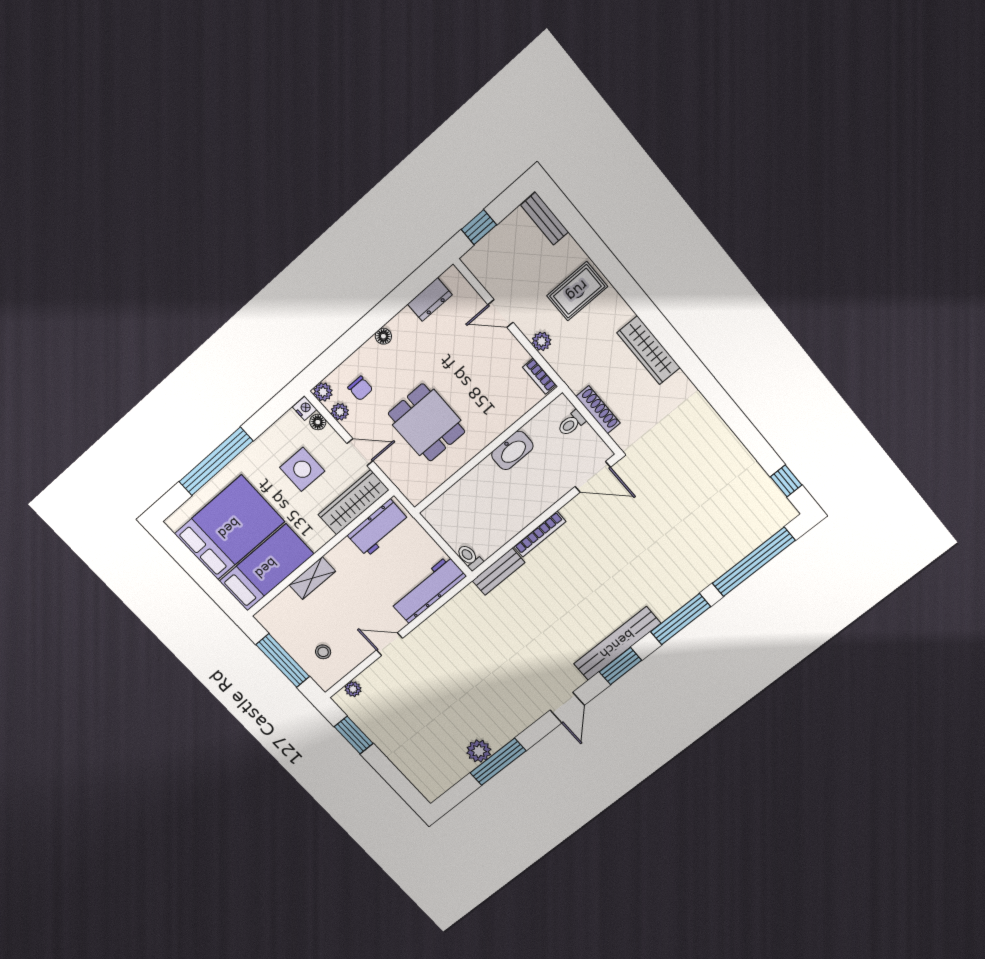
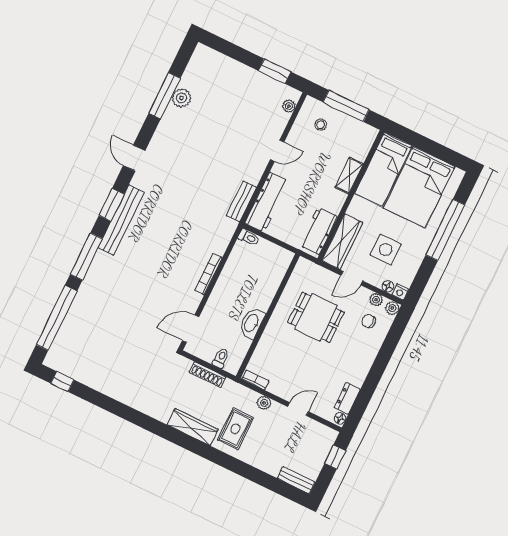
rug: (577, 291) -> (235, 429), moved
floor lamp: (383, 336) -> (340, 418), moved
bench: (499, 572) -> (241, 201), moved

